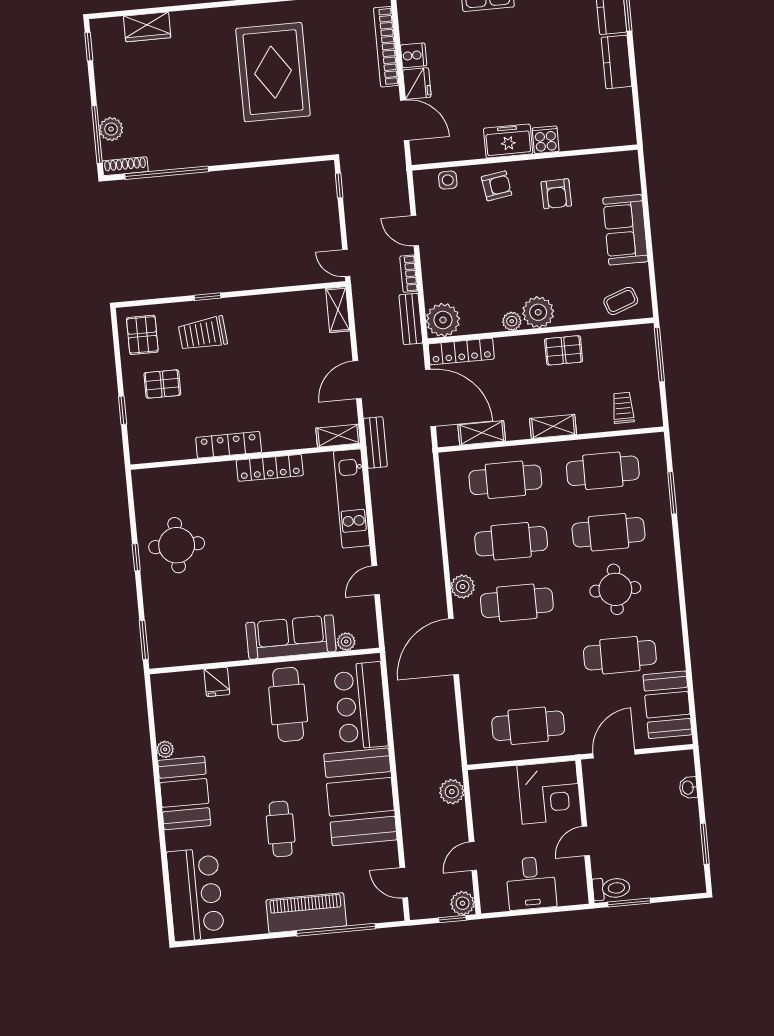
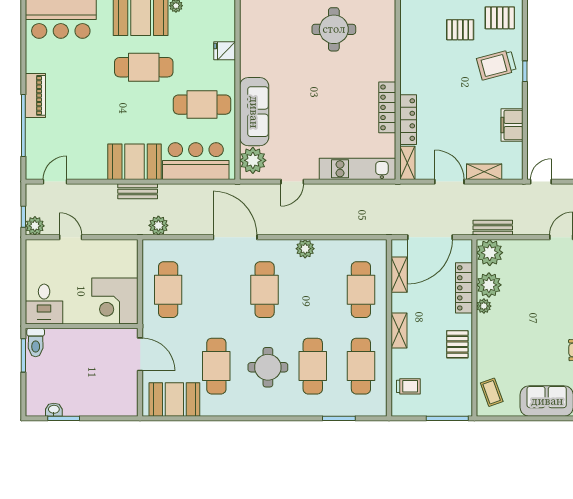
bookcase: (409, 274) -> (528, 229), removed
filing cabinet: (278, 307) -> (512, 125), added
shelving: (338, 310) -> (484, 172), moved
plant: (538, 312) -> (489, 285), moved
trolley: (203, 334) -> (496, 65), turned -100
locker: (461, 351) -> (464, 288), moved
pallet: (162, 384) -> (460, 30), turned 90
bench: (375, 443) -> (138, 191), moved
locker: (229, 445) -> (408, 120), moved
cafe table: (511, 541) -> (313, 290), removed
door: (376, 580) -> (292, 182), swing flipped
plant: (463, 587) -> (305, 249), moved
plant: (346, 642) -> (253, 160), width x1.88, depth x1.88
washbasin: (688, 788) -> (54, 410), moved
plant: (452, 792) -> (158, 225), moved
booth: (360, 797) -> (135, 162), width x0.73, depth x0.70
cafe table: (281, 829) -> (144, 67), moved, width x1.37, depth x1.35
door: (586, 841) -> (74, 326), removed
desk: (531, 883) -> (44, 304), moved, turned -90
piano: (306, 913) -> (35, 95), width x0.73, depth x0.75

